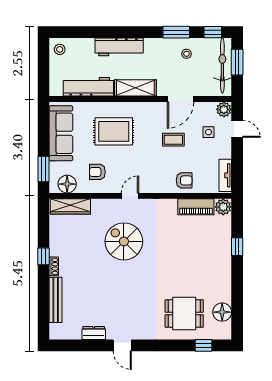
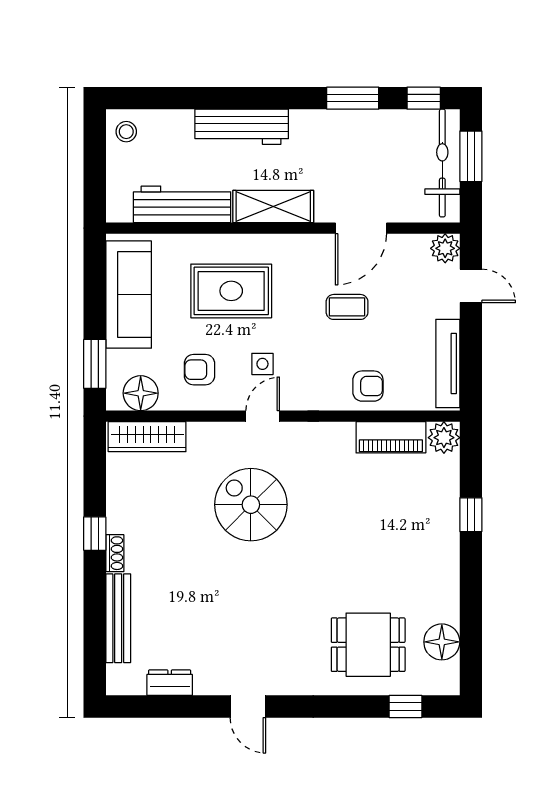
stool: (186, 54) -> (373, 140), removed
side table: (208, 132) -> (262, 364), moved
tv unit: (225, 175) -> (448, 363), width x1.41
dresser: (94, 333) -> (170, 683), moved

